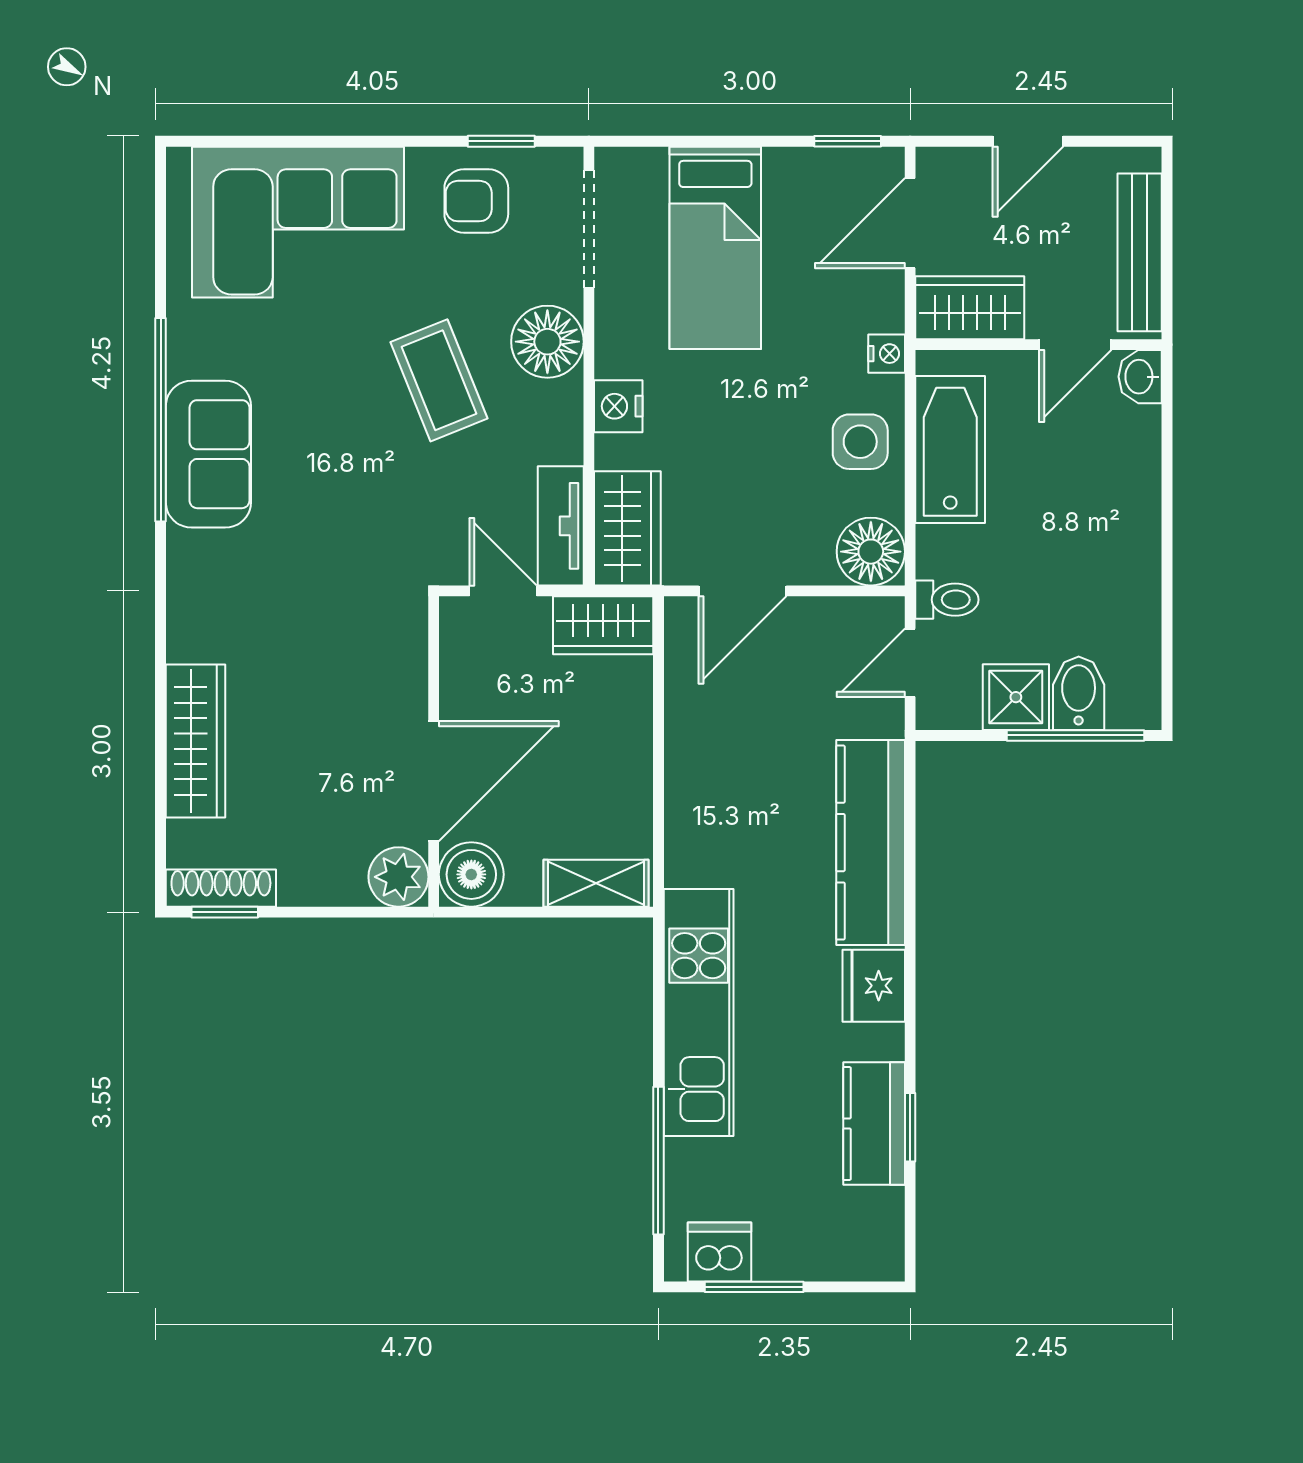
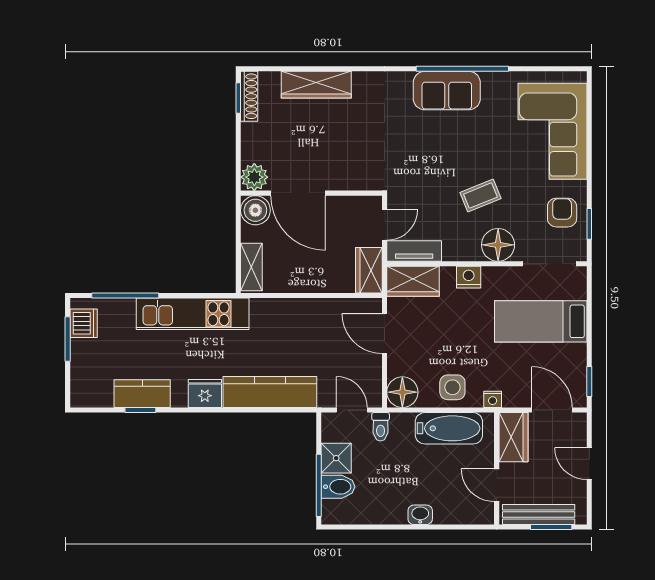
window: (1167, 225) -> (551, 527), added
washbasin: (1140, 377) -> (420, 515), moved
coffee table: (439, 380) -> (480, 196), width x0.73, depth x0.77

